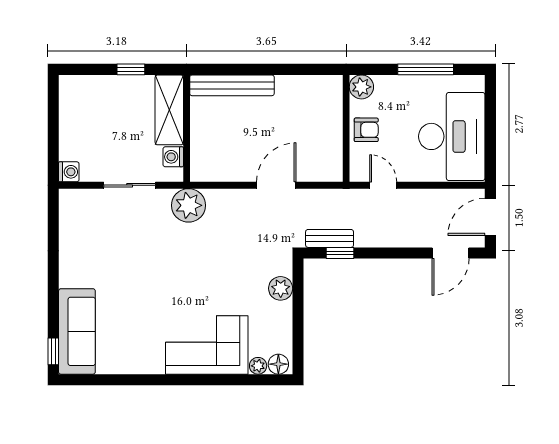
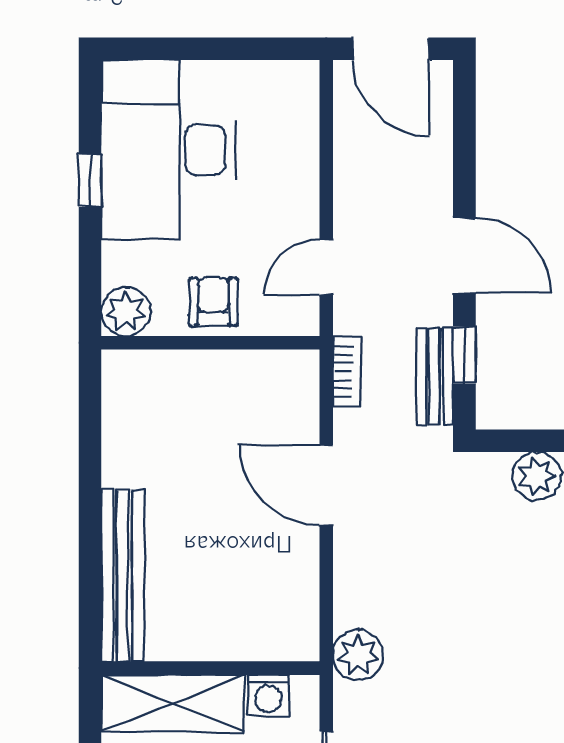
window: (426, 69) -> (90, 181), width x0.46
desk: (452, 136) -> (169, 150), moved, turned -90
bookcase: (332, 195) -> (347, 371), added
plant: (188, 205) -> (358, 655), width x0.73, depth x0.73
door: (450, 253) -> (464, 256), moved

